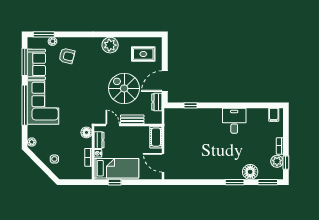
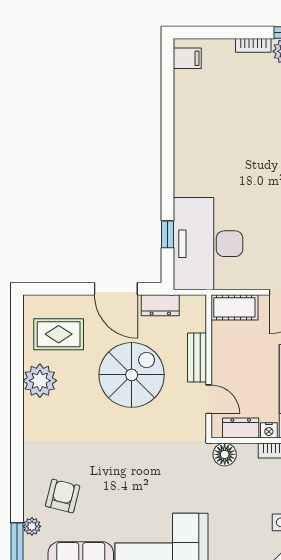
plant: (110, 45) -> (40, 381), moved
rug: (143, 54) -> (59, 334), turned 90
spiral stairs: (124, 88) -> (132, 375), turned 180
desk: (234, 121) -> (208, 244), moved, width x1.87, depth x1.30
door: (113, 125) -> (209, 399), swing flipped

